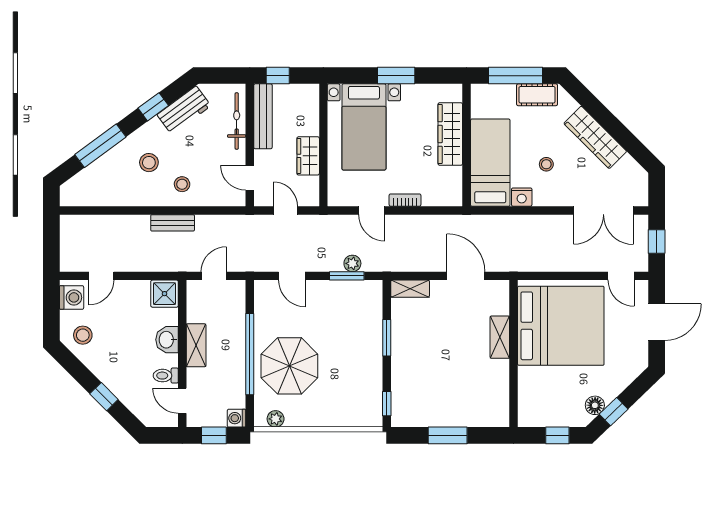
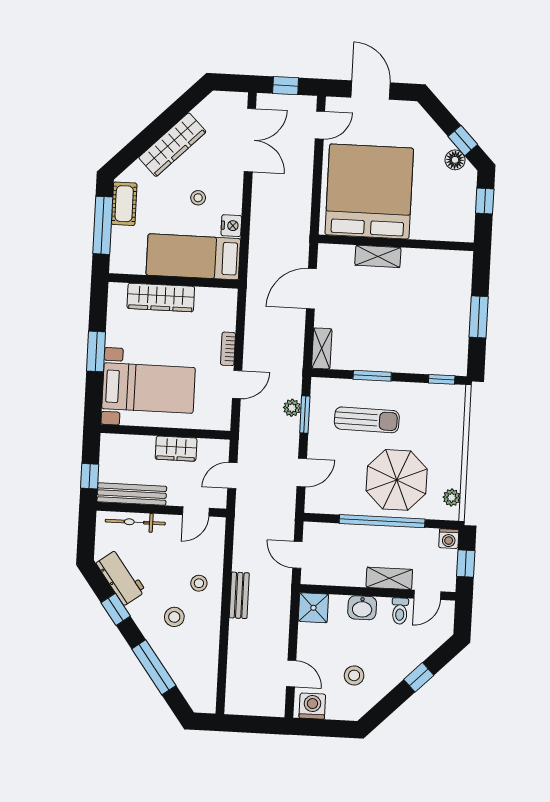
stool: (83, 335) -> (354, 675), moved
sun lounger: (345, 335) -> (367, 420), added
shelving: (196, 345) -> (389, 578), moved

